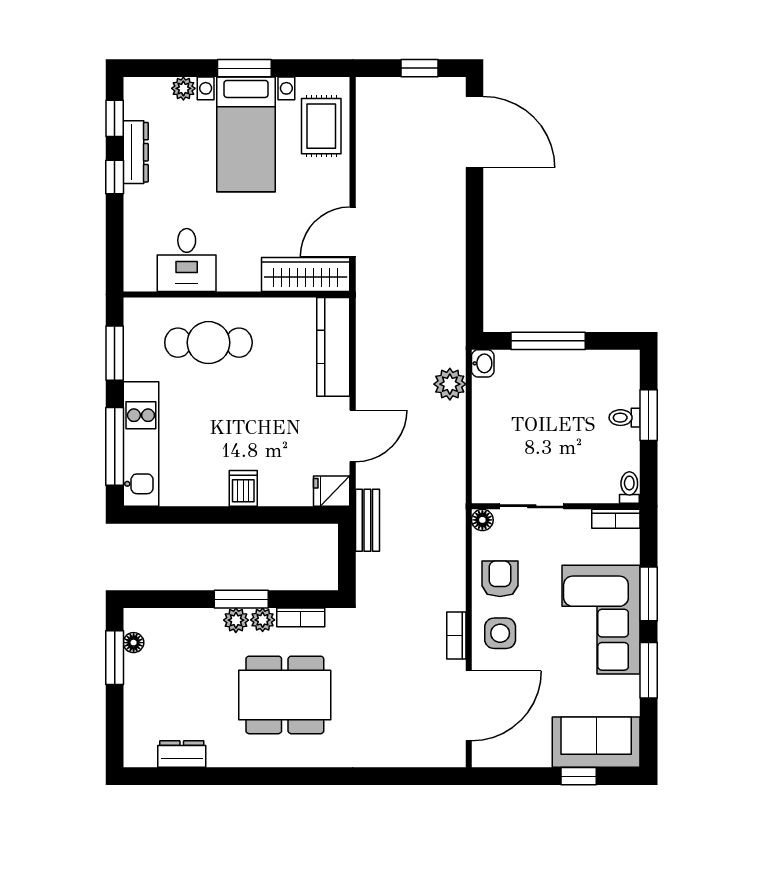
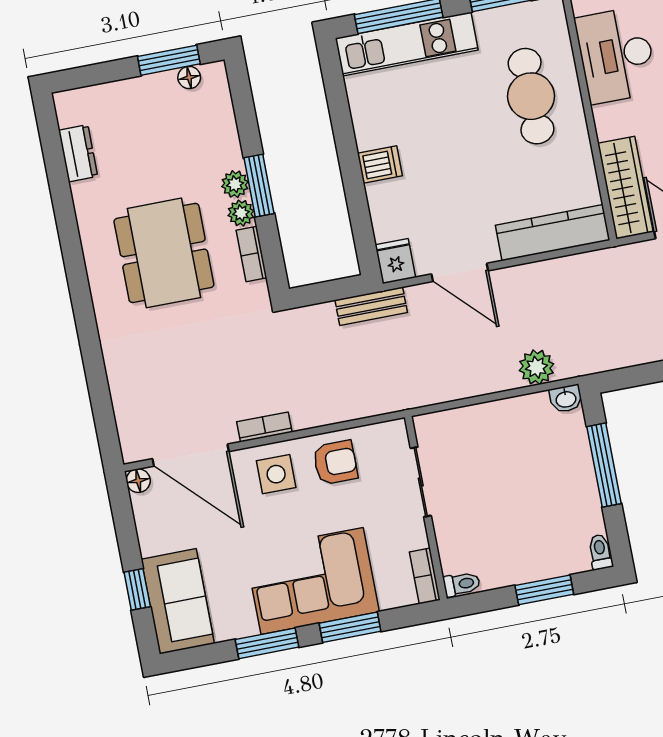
desk: (187, 260) -> (616, 55), width x1.37
toilet: (625, 418) -> (600, 552), moved
floor lamp: (482, 520) -> (138, 481), moved

